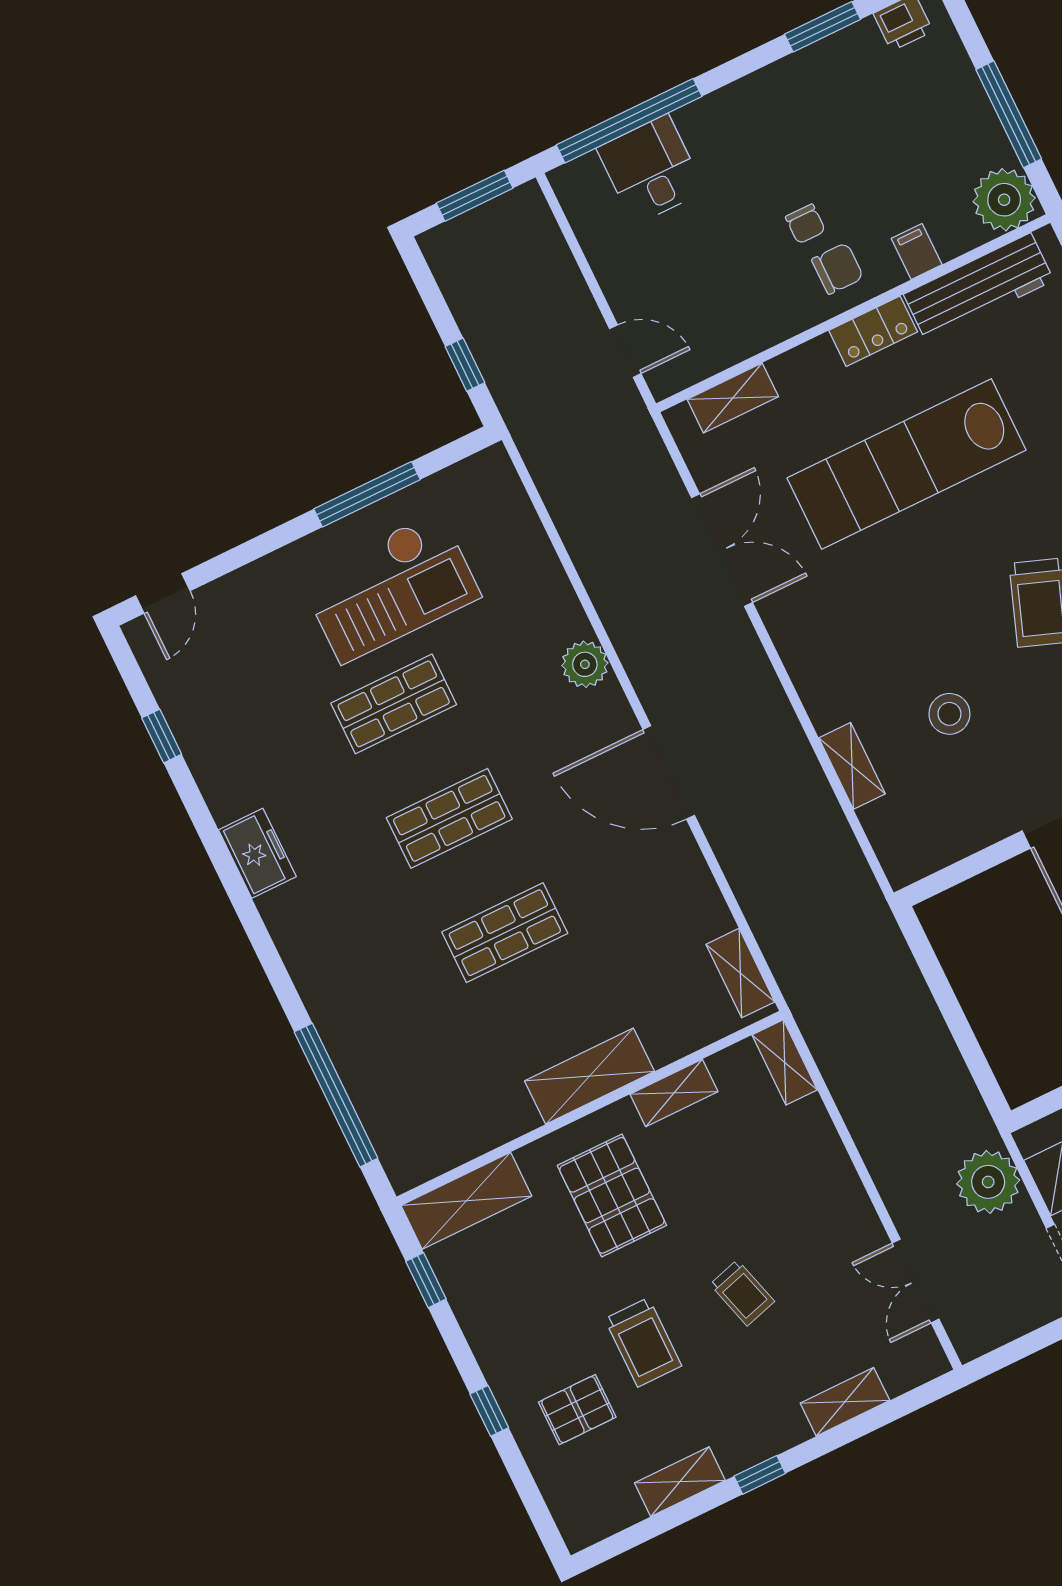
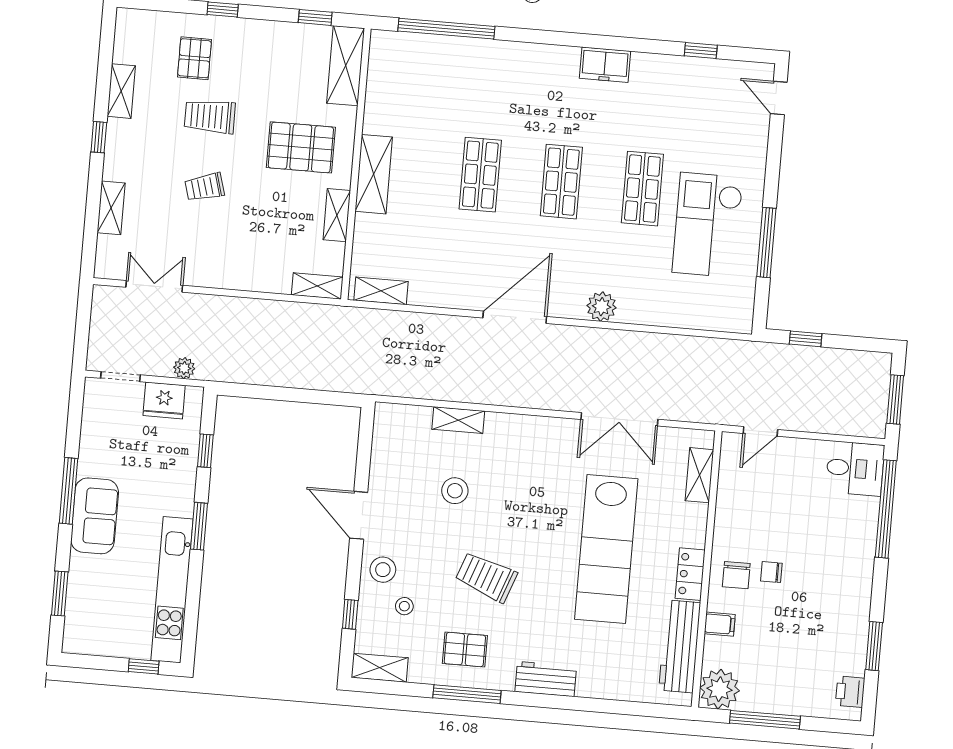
desk: (651, 170) -> (855, 468), moved
lab bench: (907, 464) -> (606, 549), turned 180
plant: (988, 1182) -> (184, 368), width x0.53, depth x0.53

